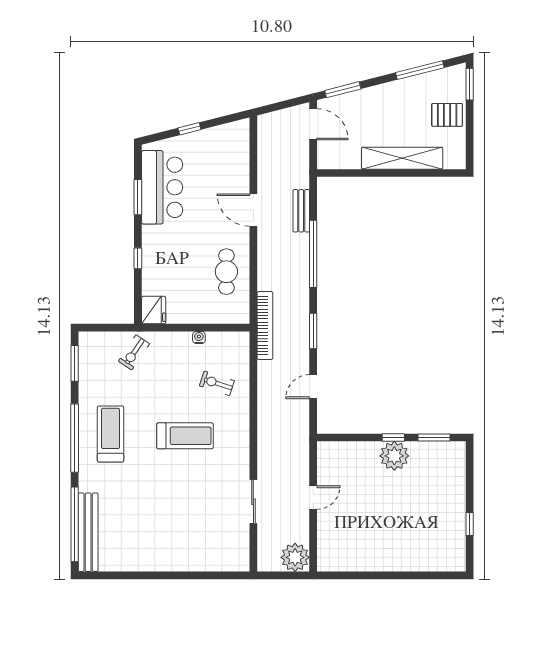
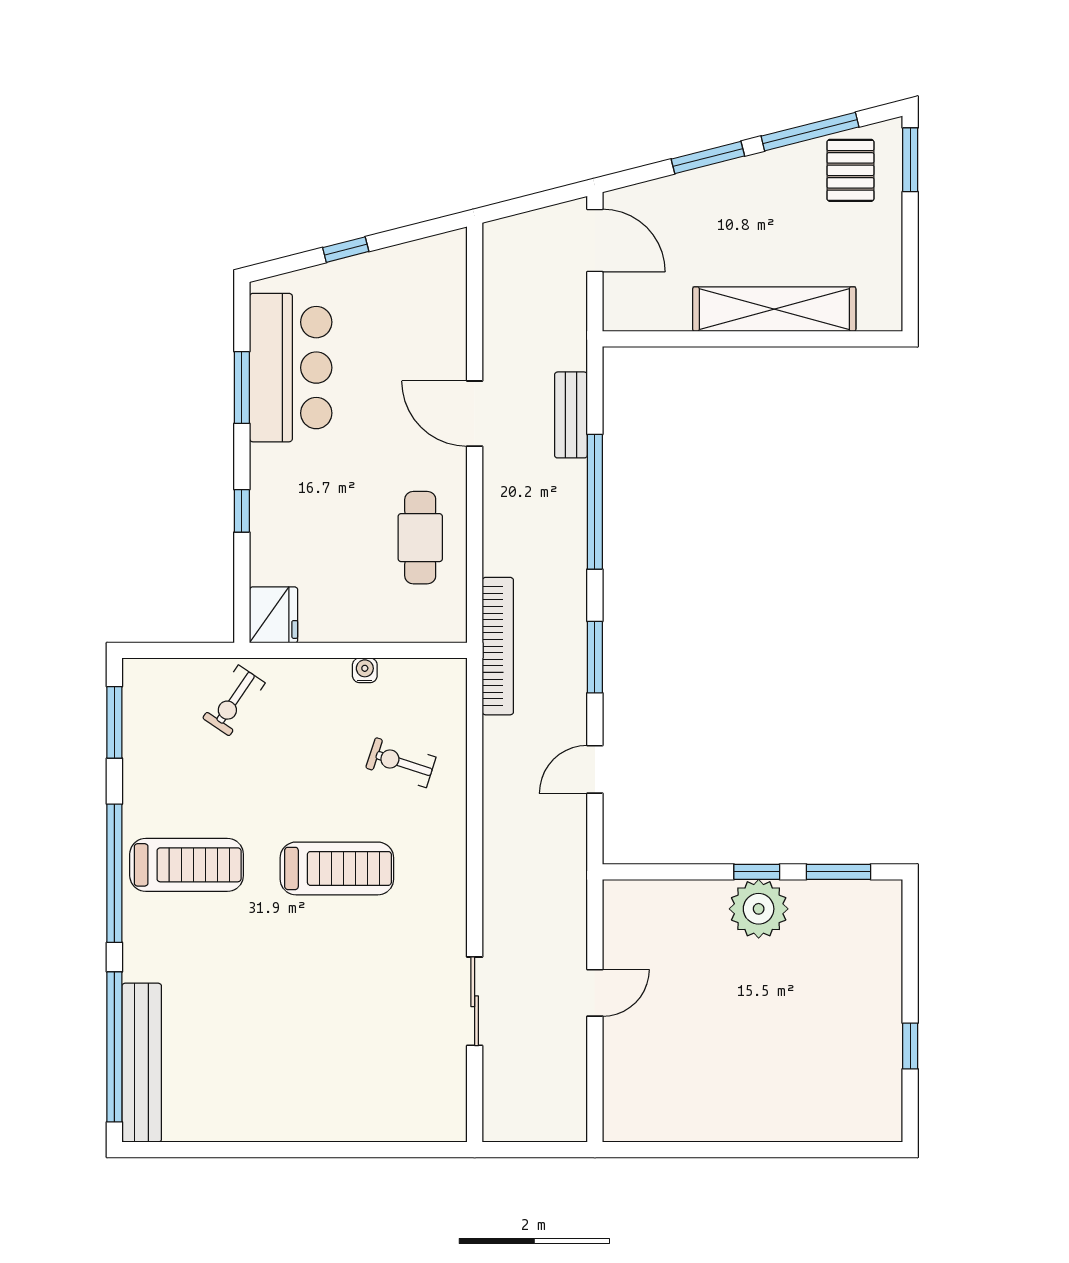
window: (343, 90) -> (708, 158), moved
pallet: (447, 115) -> (850, 170), moved, turned 90
treadmill: (110, 434) -> (187, 865), turned 90
plant: (295, 557) -> (559, 1113), removed

